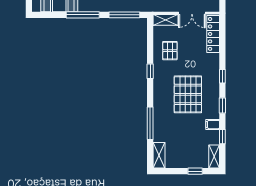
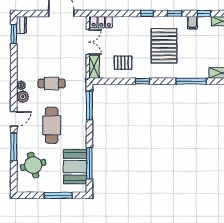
window: (83, 15) -> (89, 163), moved
locker: (213, 34) -> (101, 22), width x0.66
pallet: (188, 94) -> (164, 46), turned 90

